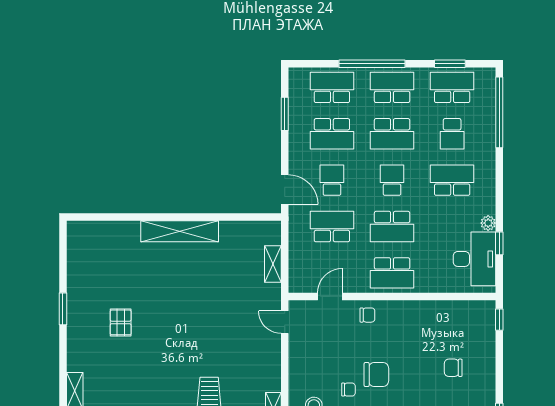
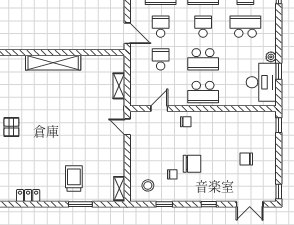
school desk: (332, 227) -> (161, 59), width x0.54

